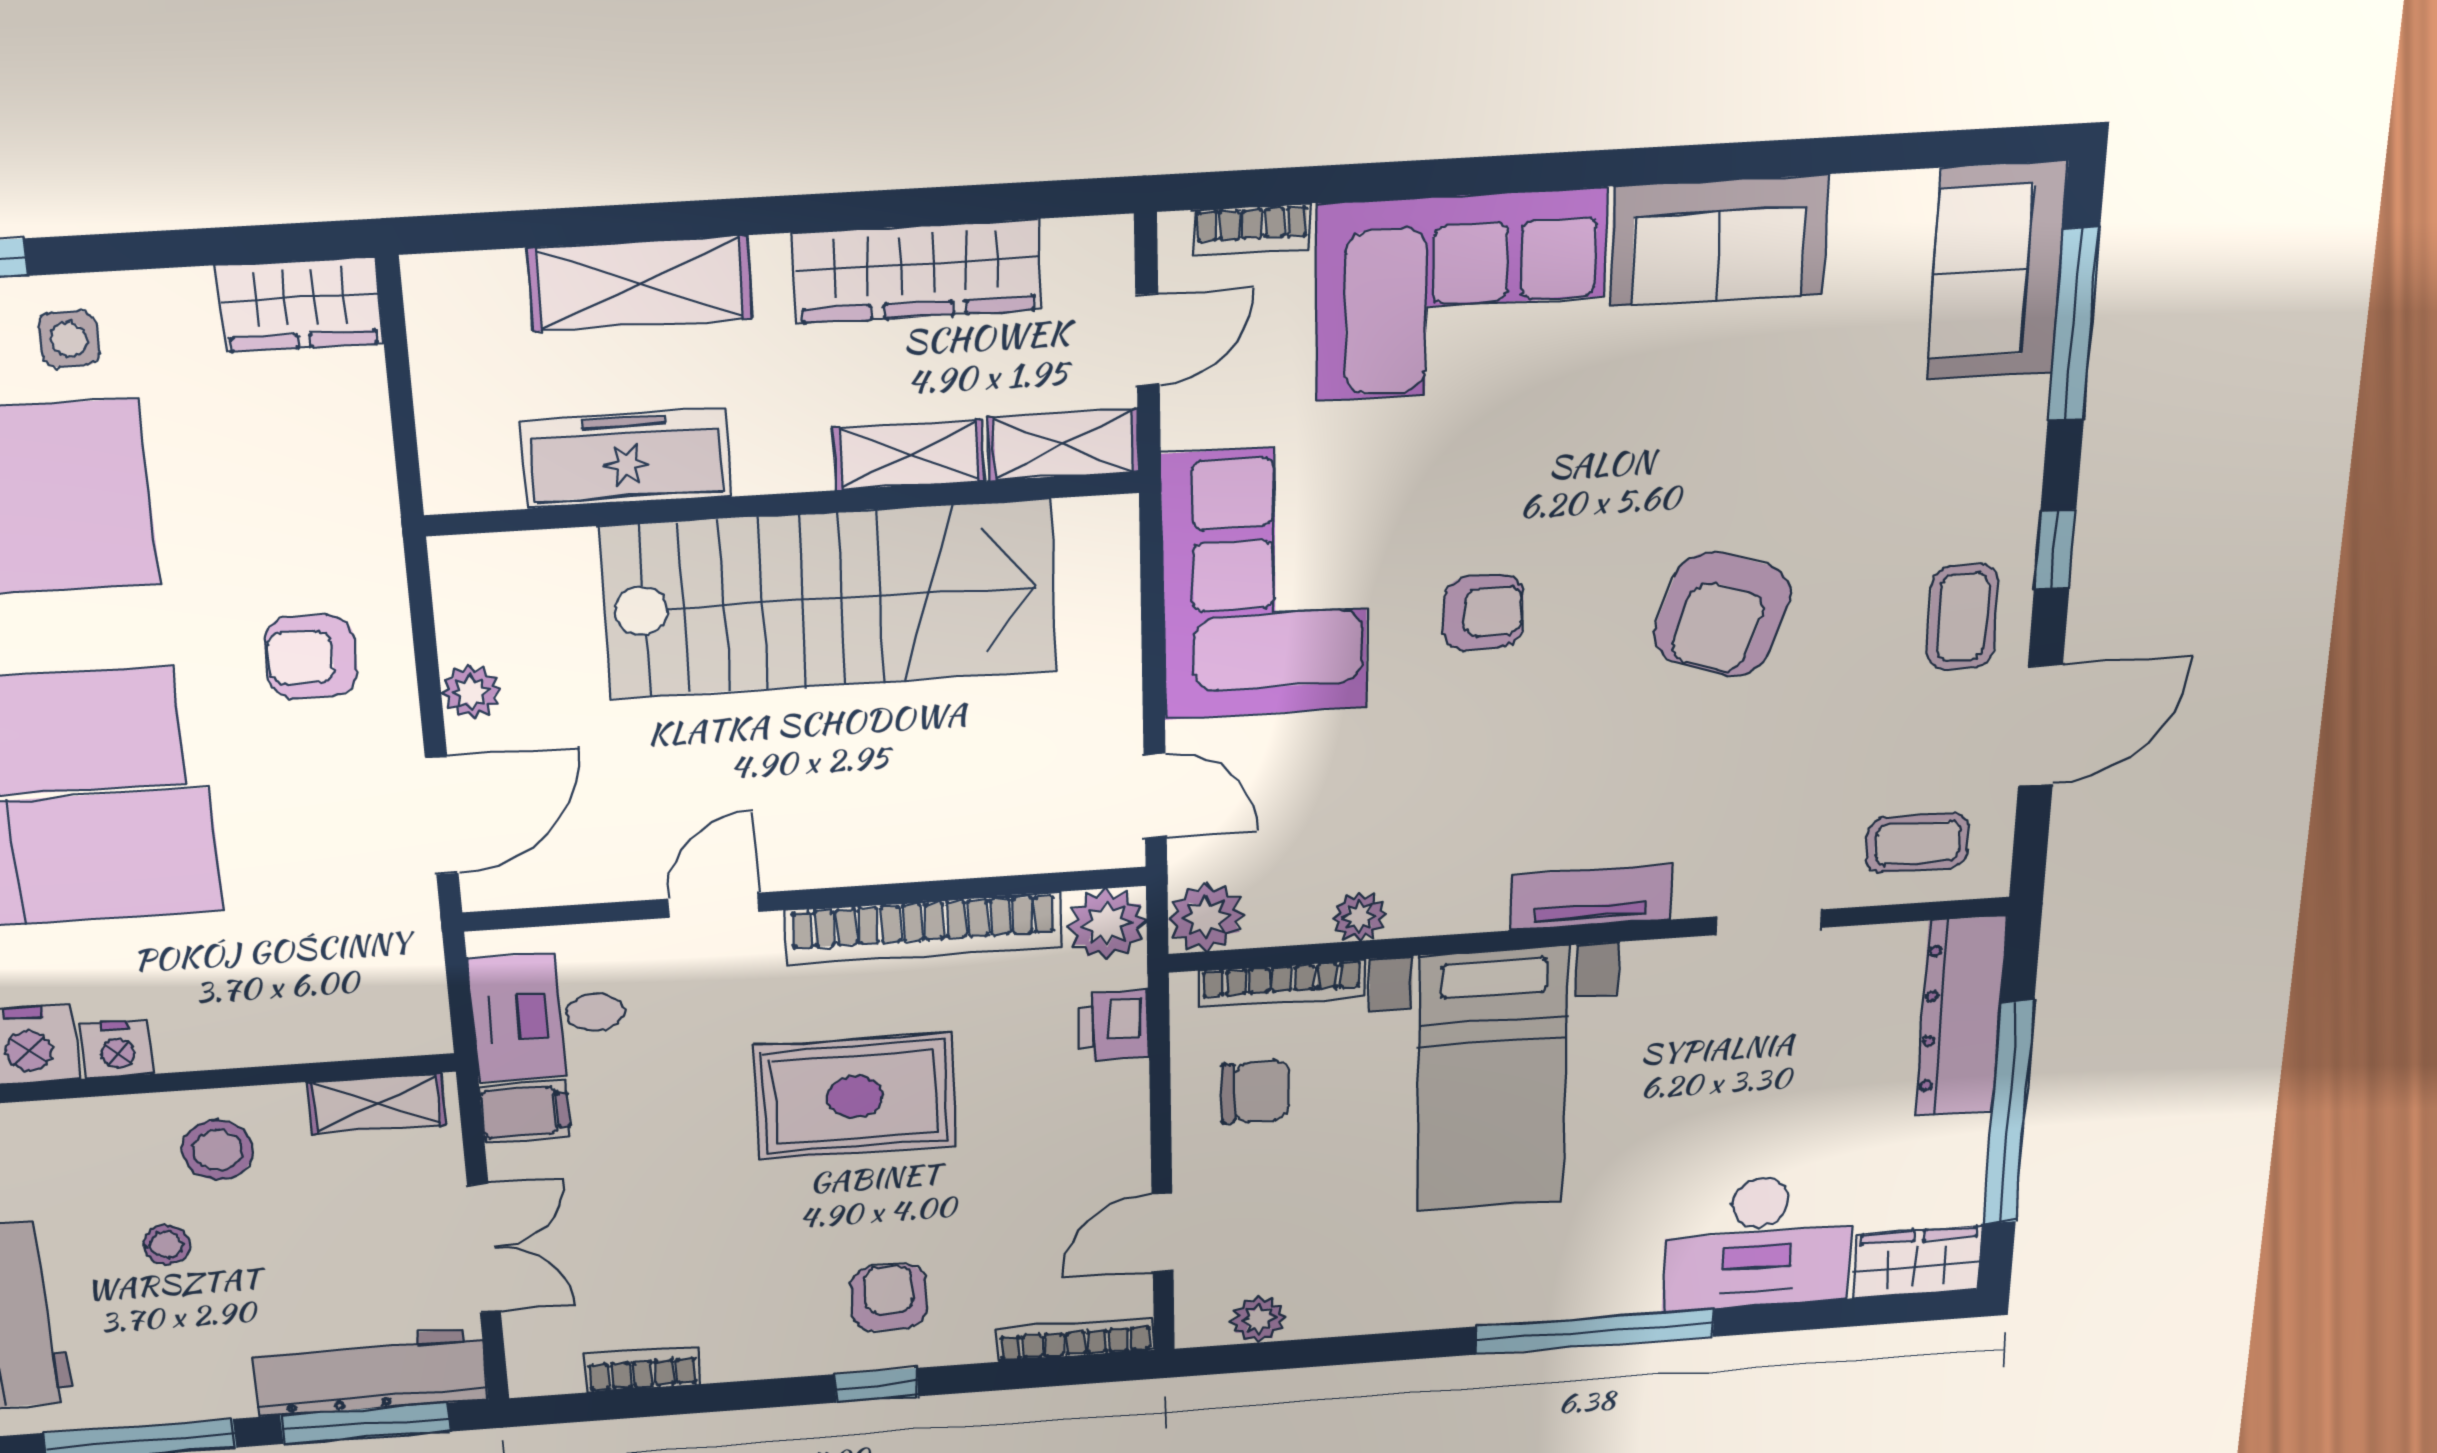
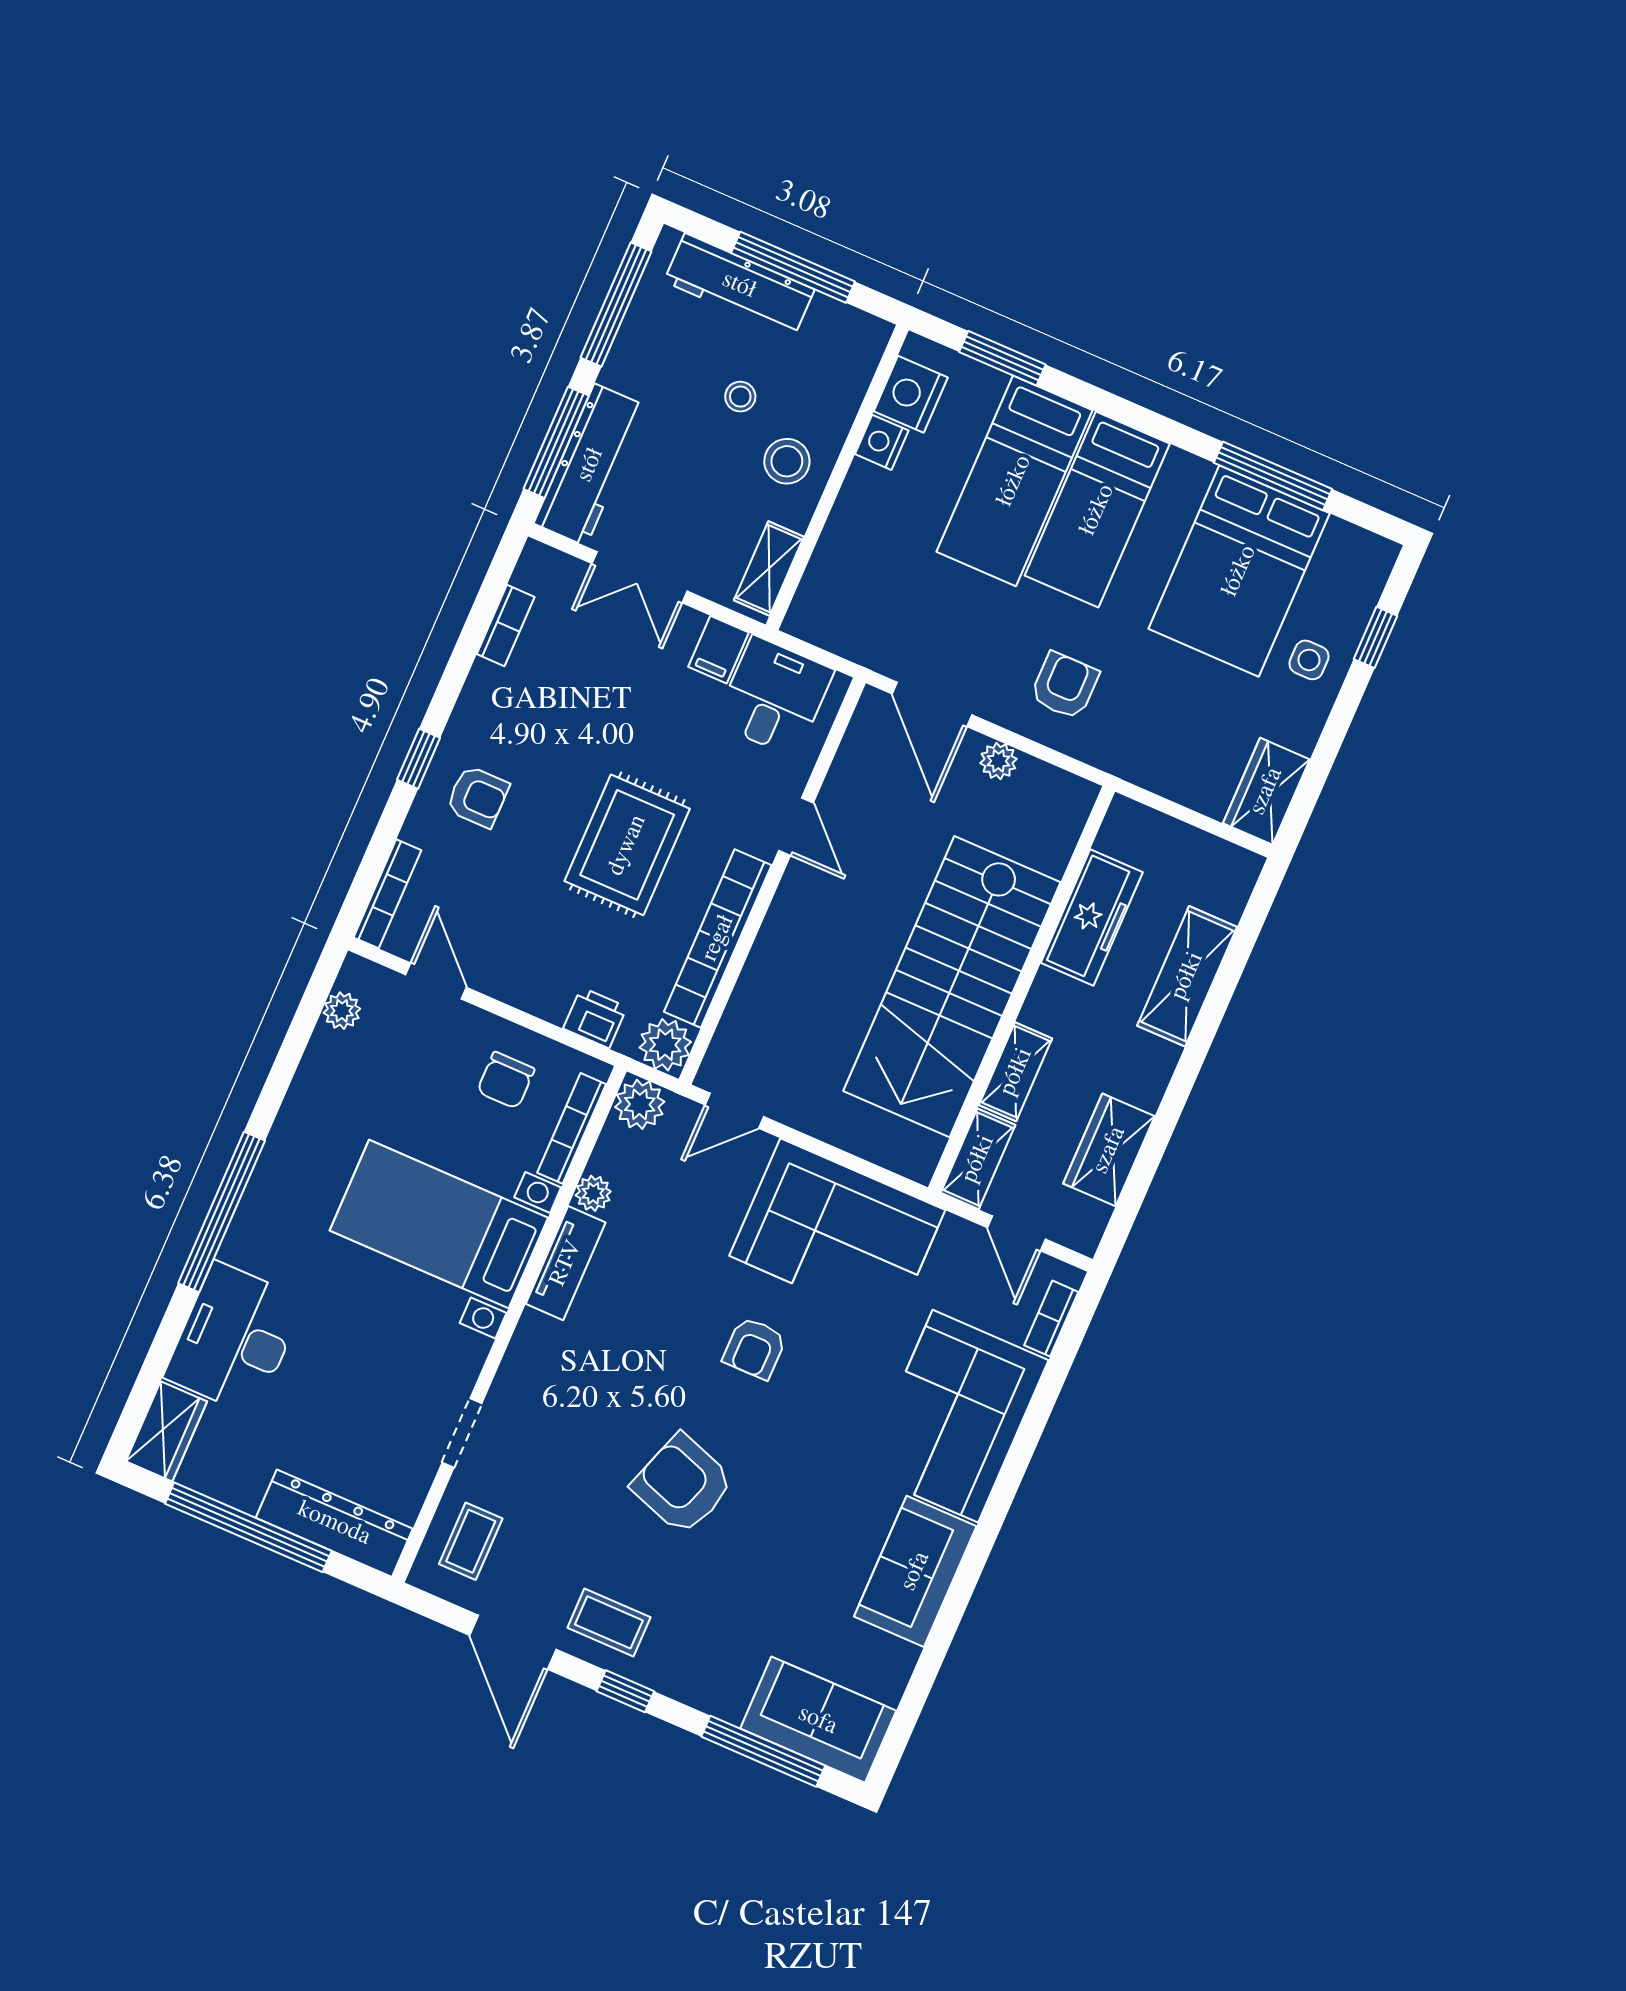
wardrobe: (917, 271) -> (1109, 1150), width x0.67
tv unit: (1591, 897) -> (566, 1263), moved

